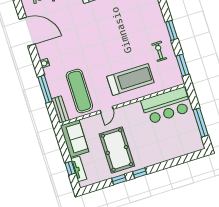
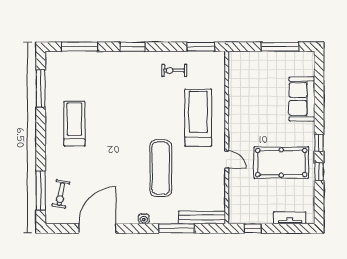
window: (172, 30) -> (133, 47), moved
exercise mat: (79, 91) -> (161, 168), moved, turned 90
bar counter: (166, 106) -> (245, 83), removed
bench: (60, 109) -> (202, 217), width x1.36
sofa: (75, 139) -> (302, 99), moved, turned -90
window: (70, 168) -> (252, 228), moved

